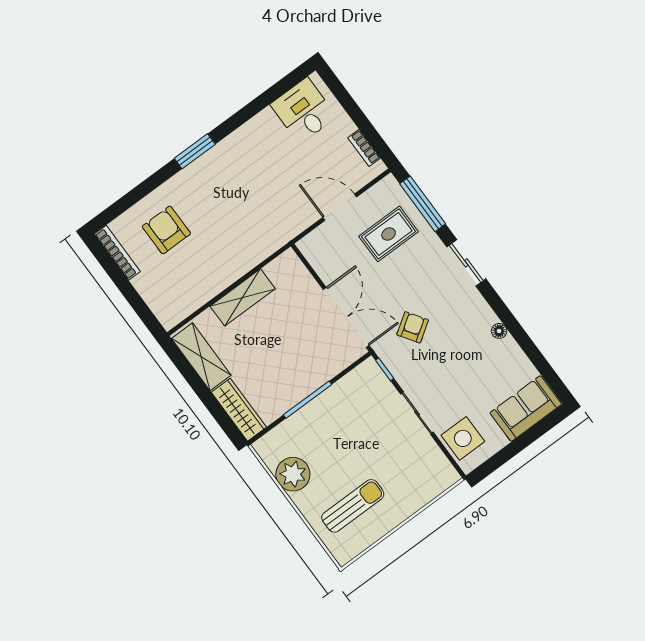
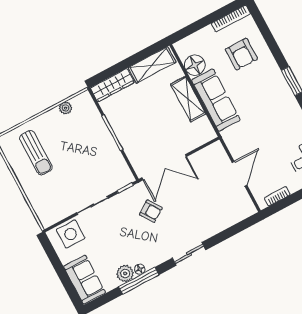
window: (423, 204) -> (139, 281), moved
armchair: (166, 230) -> (241, 54), turned 90
rug: (389, 234) -> (216, 204), removed
sofa: (238, 257) -> (216, 100), added
floor lamp: (192, 295) -> (195, 65), added
plant: (508, 351) -> (125, 273), added
plant: (293, 474) -> (66, 108), width x0.53, depth x0.53

